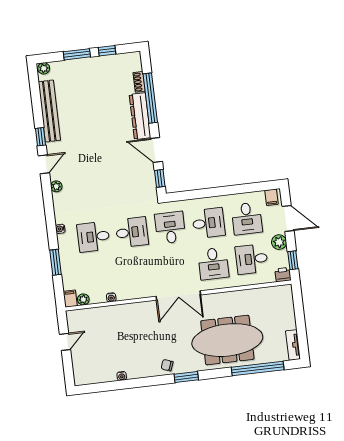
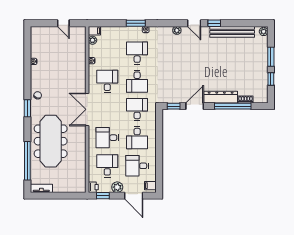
door: (288, 218) -> (134, 196), hinge flipped
desk: (170, 228) -> (137, 109), turned -90
window: (55, 262) -> (136, 23), moved
desk: (137, 273) -> (107, 81), added

